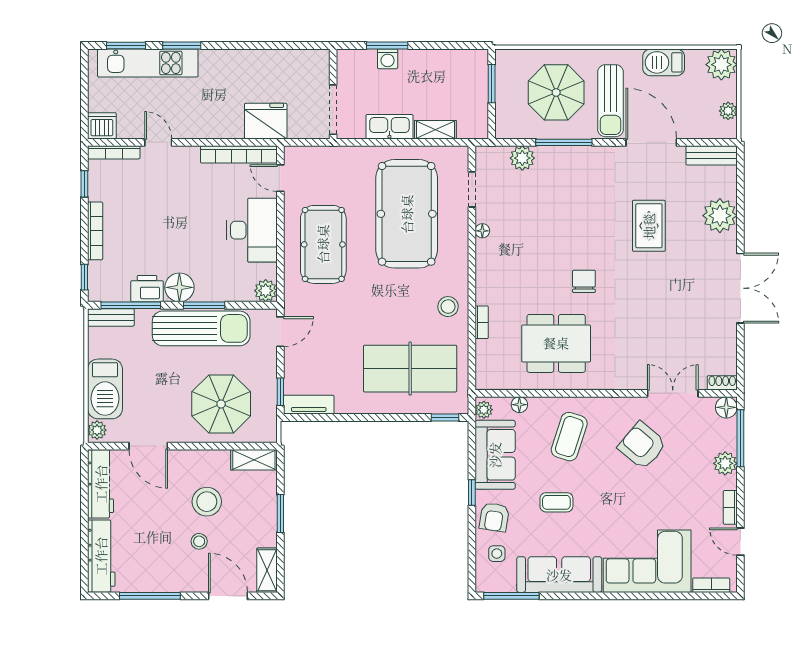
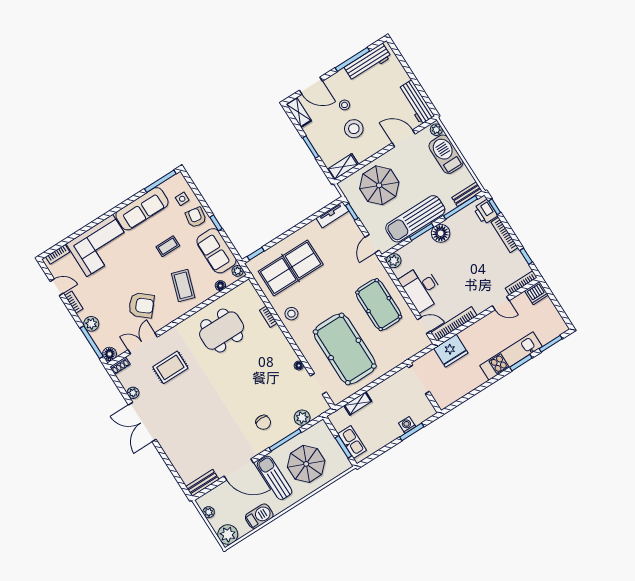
kitchen unit: (148, 63) -> (511, 356), moved
kitchen sink: (389, 127) -> (352, 442), moved, turned -90
plant: (720, 216) -> (133, 393), moved, width x0.53, depth x0.53
rug: (649, 226) -> (170, 367), moved, turned 90
chair: (584, 281) -> (263, 422), moved
printer: (147, 289) -> (486, 212), moved, turned 90
double door: (673, 393) -> (143, 343), swing flipped
workbench: (101, 556) -> (368, 62), moved, turned -90

